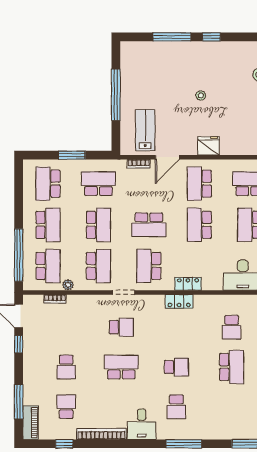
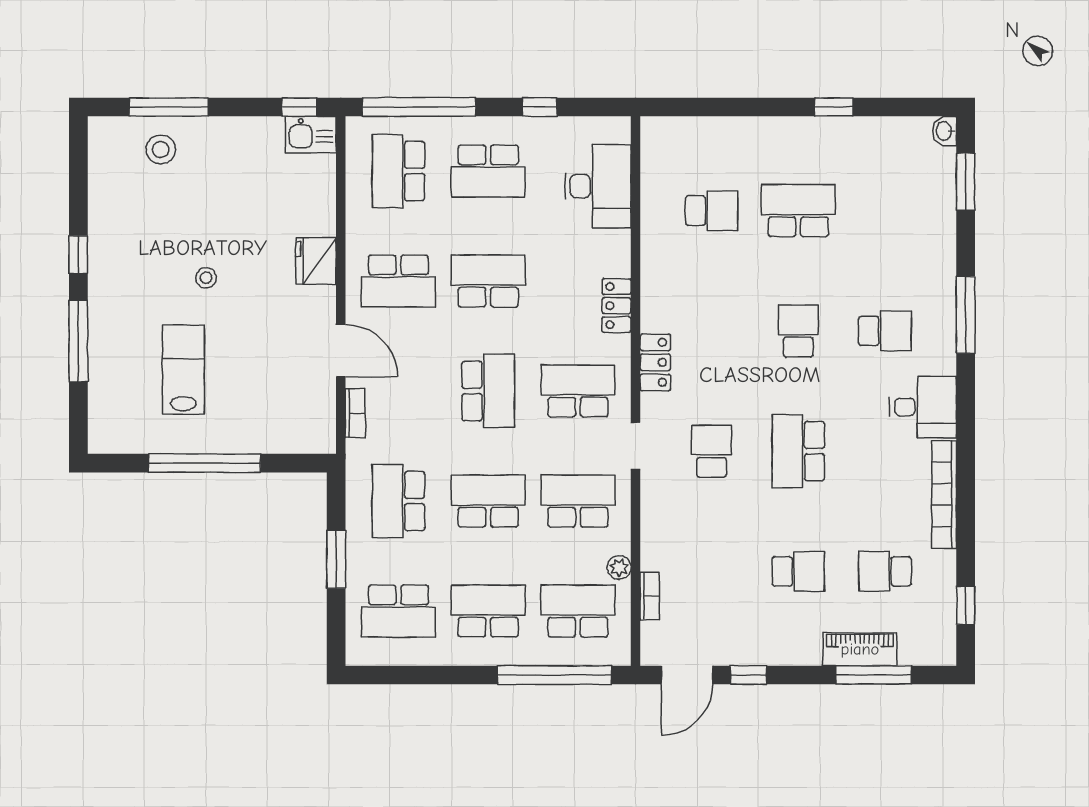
lab bench: (145, 130) -> (183, 370), moved, turned 90
school desk: (199, 225) -> (488, 281), turned 180
school desk: (149, 266) -> (578, 391), turned 180
locker: (179, 301) -> (655, 362), moved
piano: (30, 423) -> (860, 649), moved
window: (64, 444) -> (966, 605), moved

